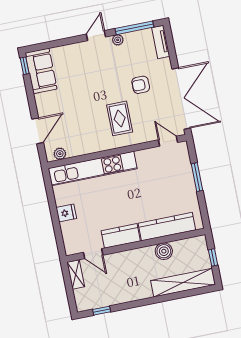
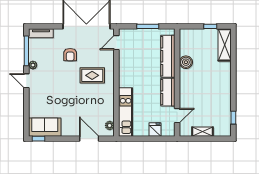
kitchen unit: (93, 168) -> (126, 112), width x0.73
kitchen counter: (167, 227) -> (168, 56), moved
kitchen counter: (121, 236) -> (168, 92), moved
wall: (136, 245) -> (177, 82), moved
boiler: (164, 251) -> (186, 62), moved
door: (93, 254) -> (177, 116), moved
shelving: (183, 283) -> (225, 45), width x0.68

